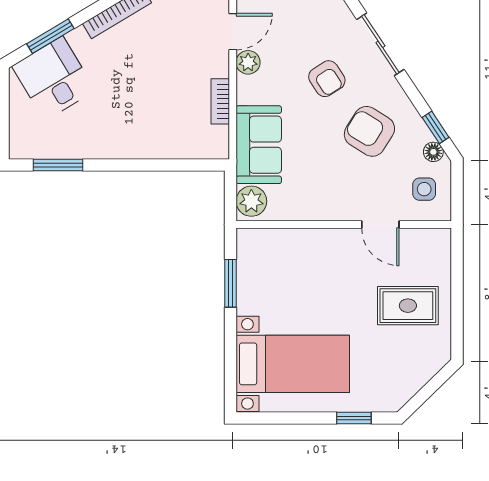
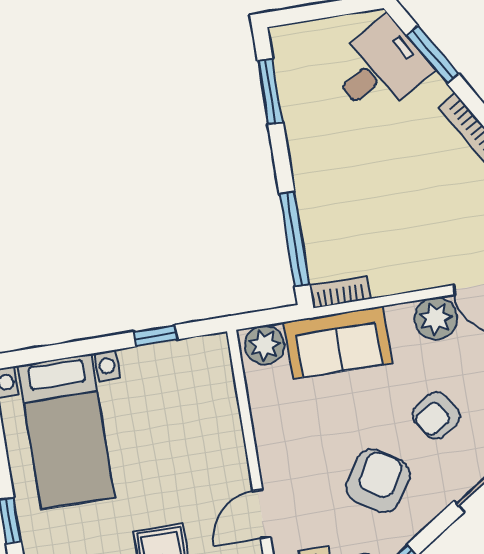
plant: (248, 62) -> (436, 318), width x1.38, depth x1.38
bookcase: (220, 101) -> (340, 292), moved
window: (174, 165) -> (294, 239), added
window: (231, 283) -> (156, 336), width x0.67

